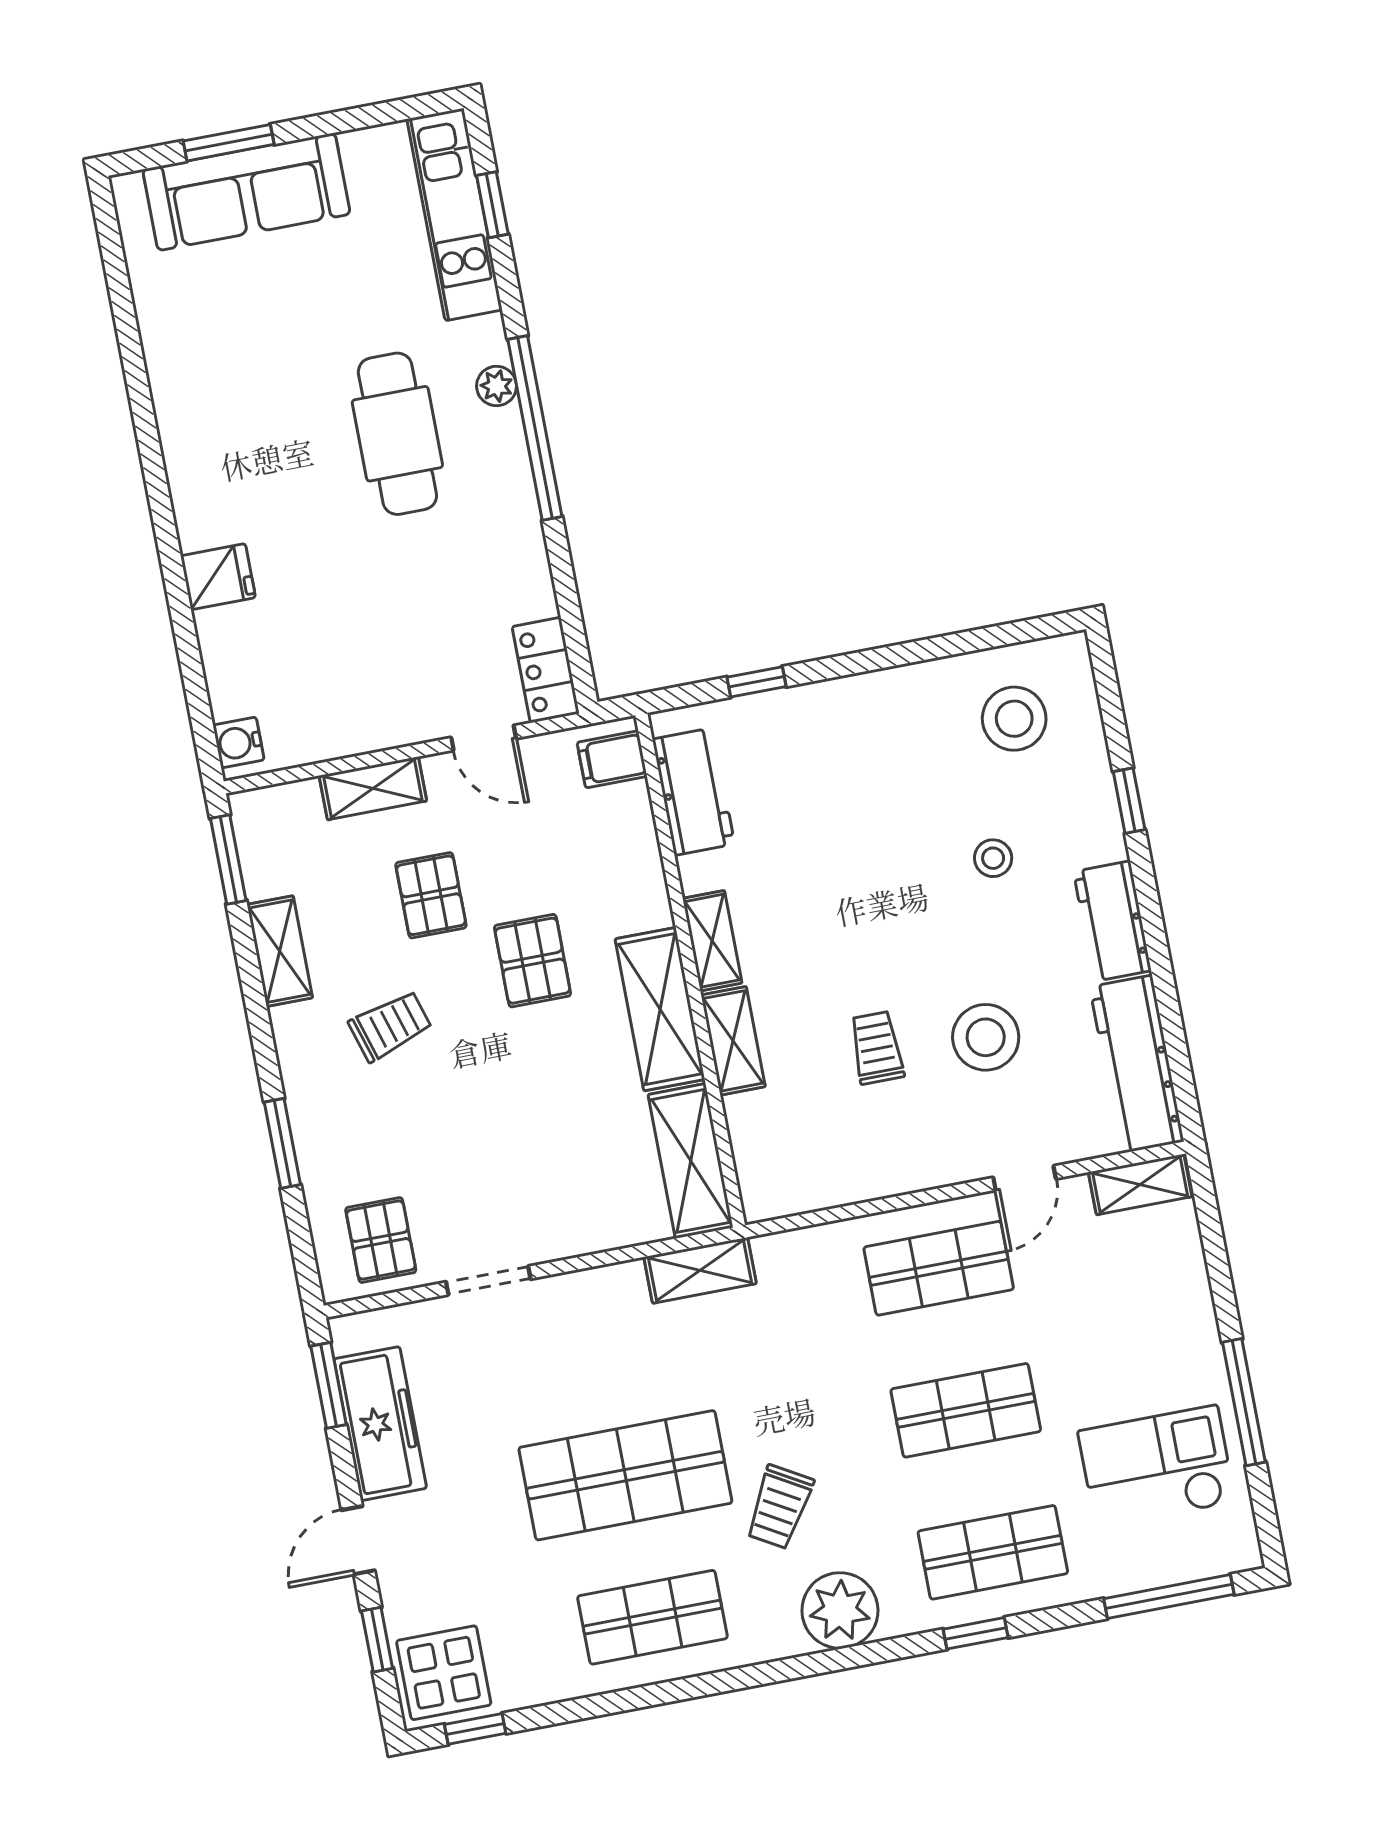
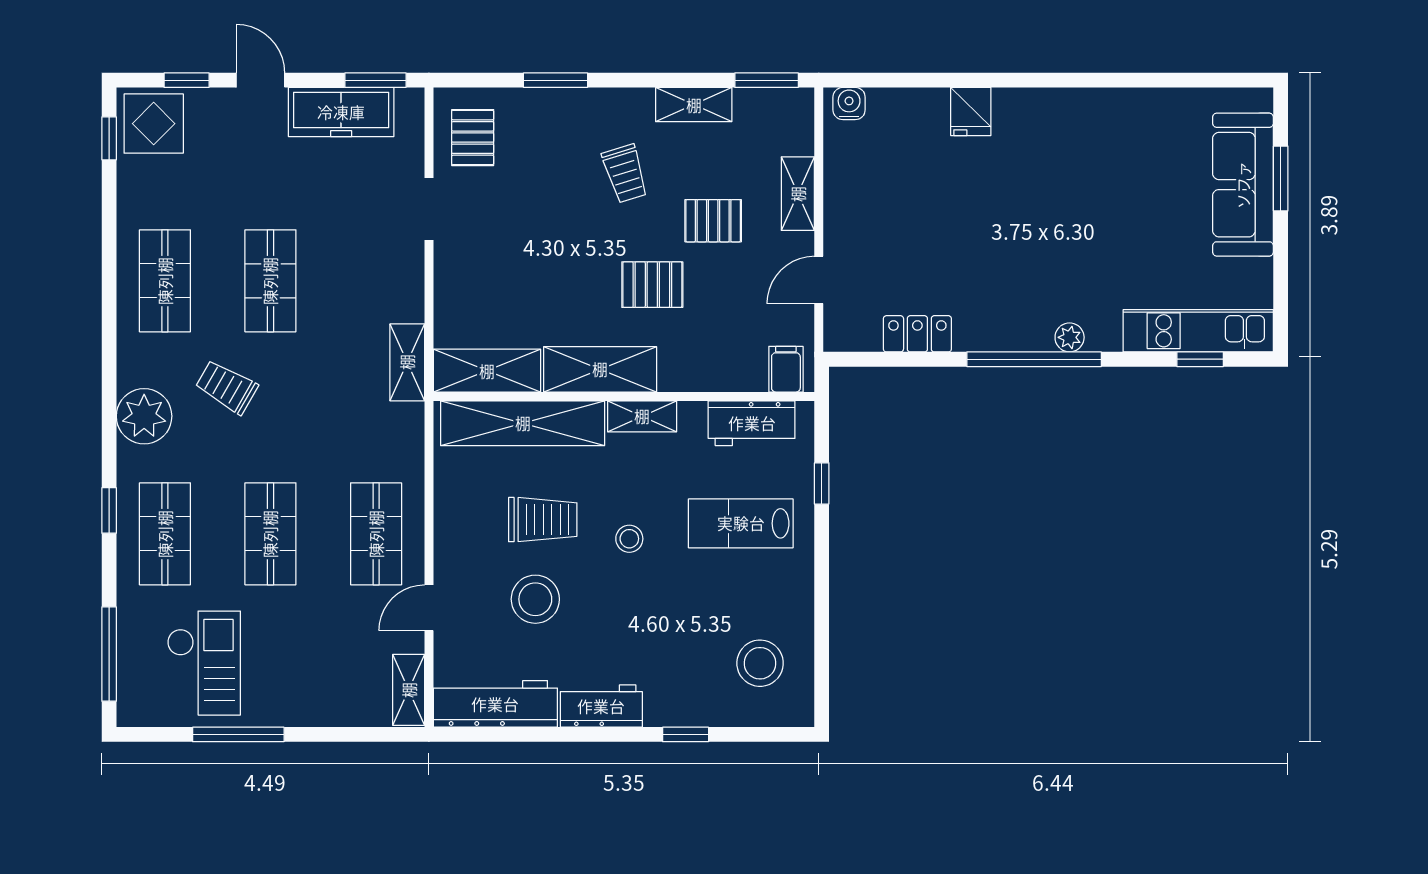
cafe table: (397, 434) -> (1049, 260), removed
locker: (546, 670) -> (917, 334), moved
lab bench: (831, 780) -> (741, 523), added
stool: (993, 858) -> (629, 539), moved
shelving: (733, 1041) -> (523, 423), width x2.20, depth x1.33
trolley: (877, 1048) -> (543, 520), width x1.36, depth x1.39
door: (1025, 1178) -> (429, 608), hinge flipped
pallet: (381, 1240) -> (473, 138), turned 90
shop shelf: (625, 1475) -> (270, 281), width x0.70, depth x0.74

